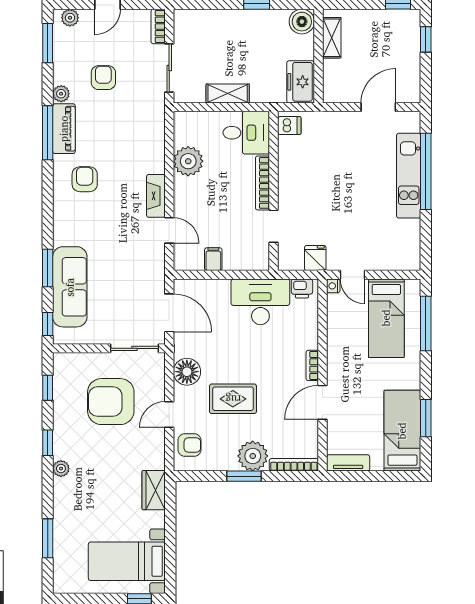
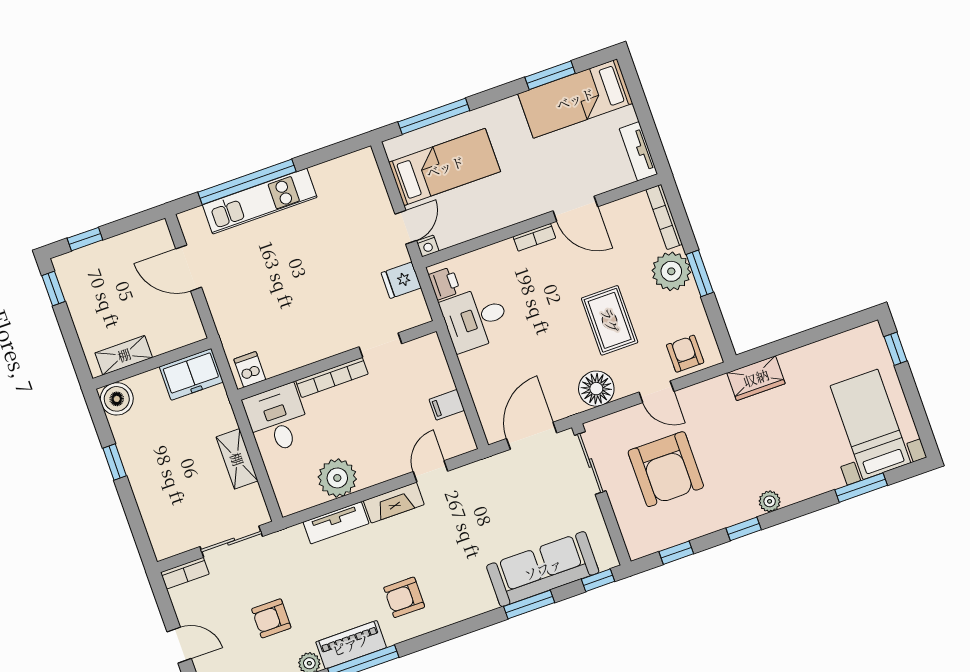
tv unit: (156, 149) -> (336, 523), added
desk: (260, 302) -> (475, 319), width x0.73
bed with nightstands: (127, 561) -> (870, 424), moved, turned 180

